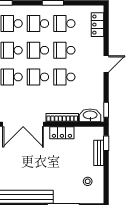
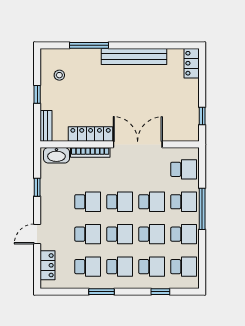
door: (106, 64) -> (37, 234), moved
window: (106, 110) -> (37, 187), moved
locker: (62, 133) -> (91, 134), width x1.53
window: (106, 143) -> (37, 94), moved
bench: (99, 153) -> (46, 126), moved

